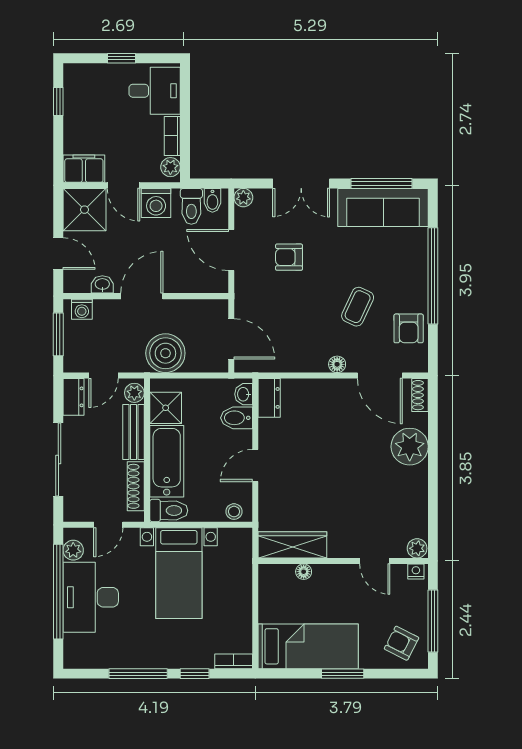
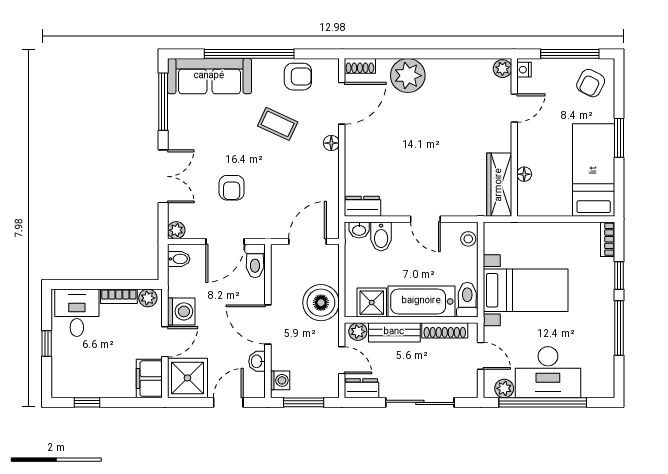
toilet: (191, 206) -> (255, 261), moved, turned 90
sofa: (383, 207) -> (209, 76), moved, turned 90

